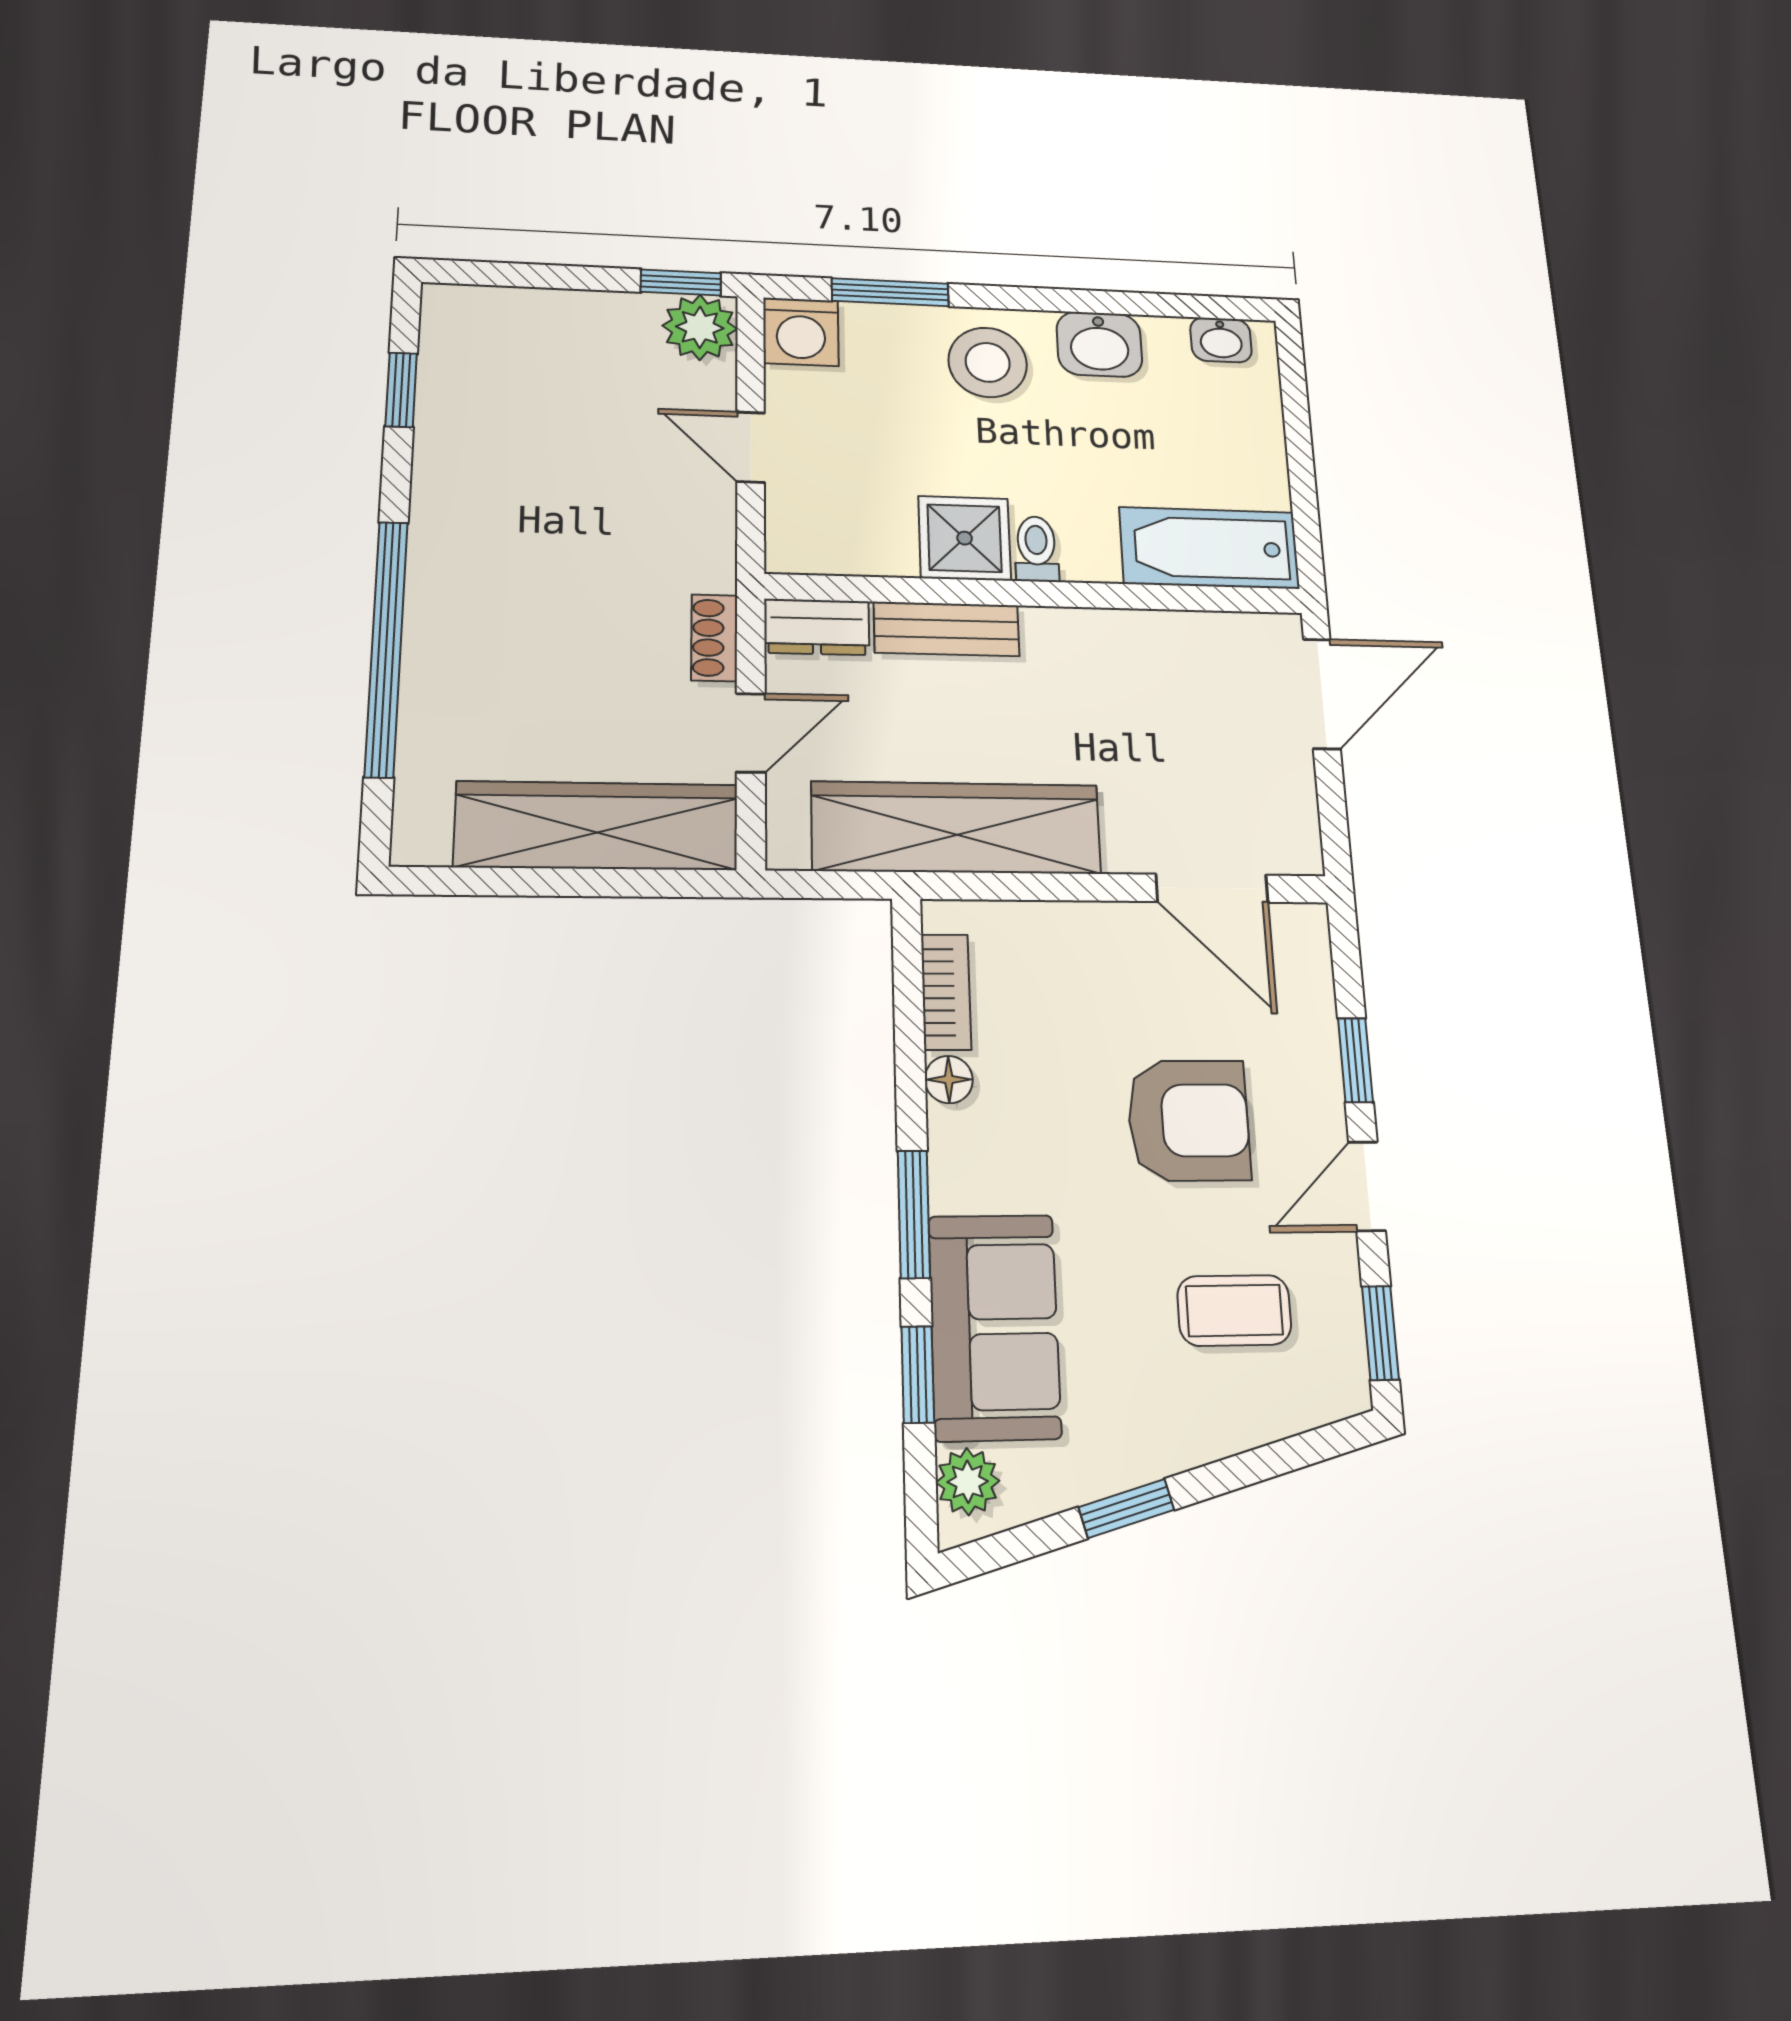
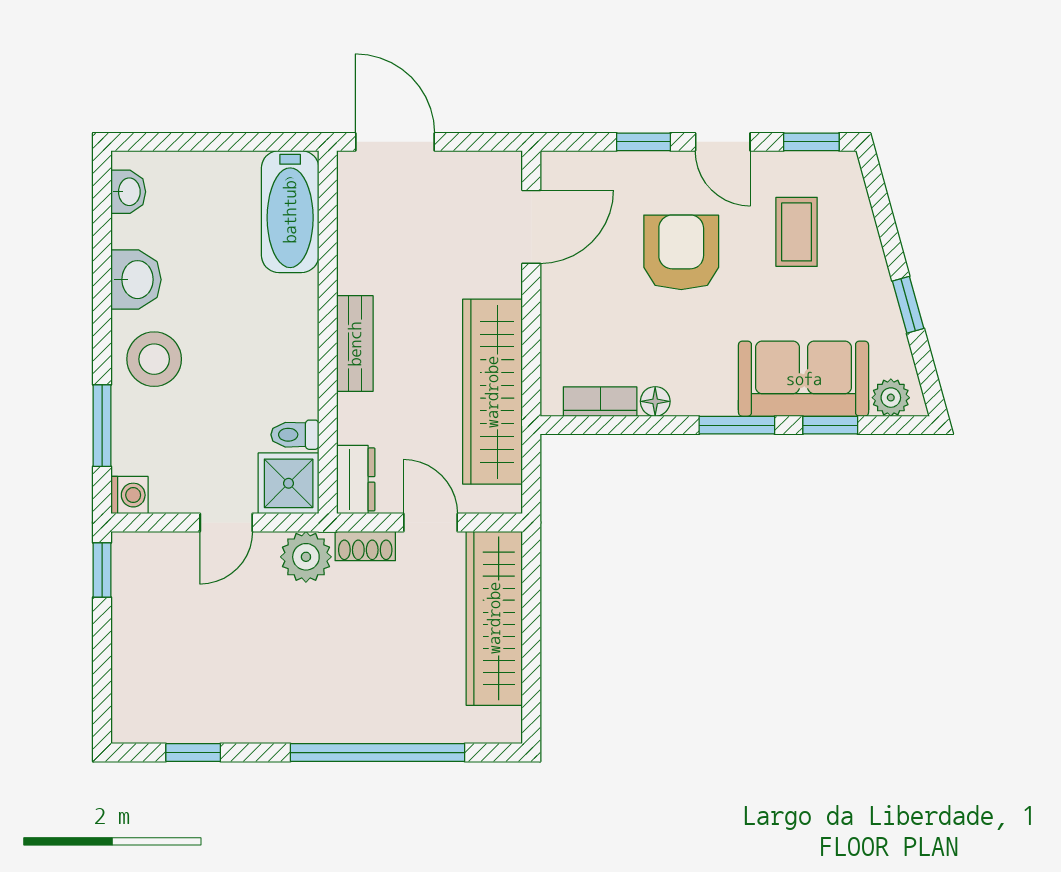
plant: (700, 327) -> (306, 557), moved
washing machine: (801, 332) -> (129, 495), width x0.73, depth x0.73
shower: (965, 538) -> (289, 483), moved
toilet: (1036, 549) -> (295, 435), moved
bench: (947, 629) -> (355, 344), moved

